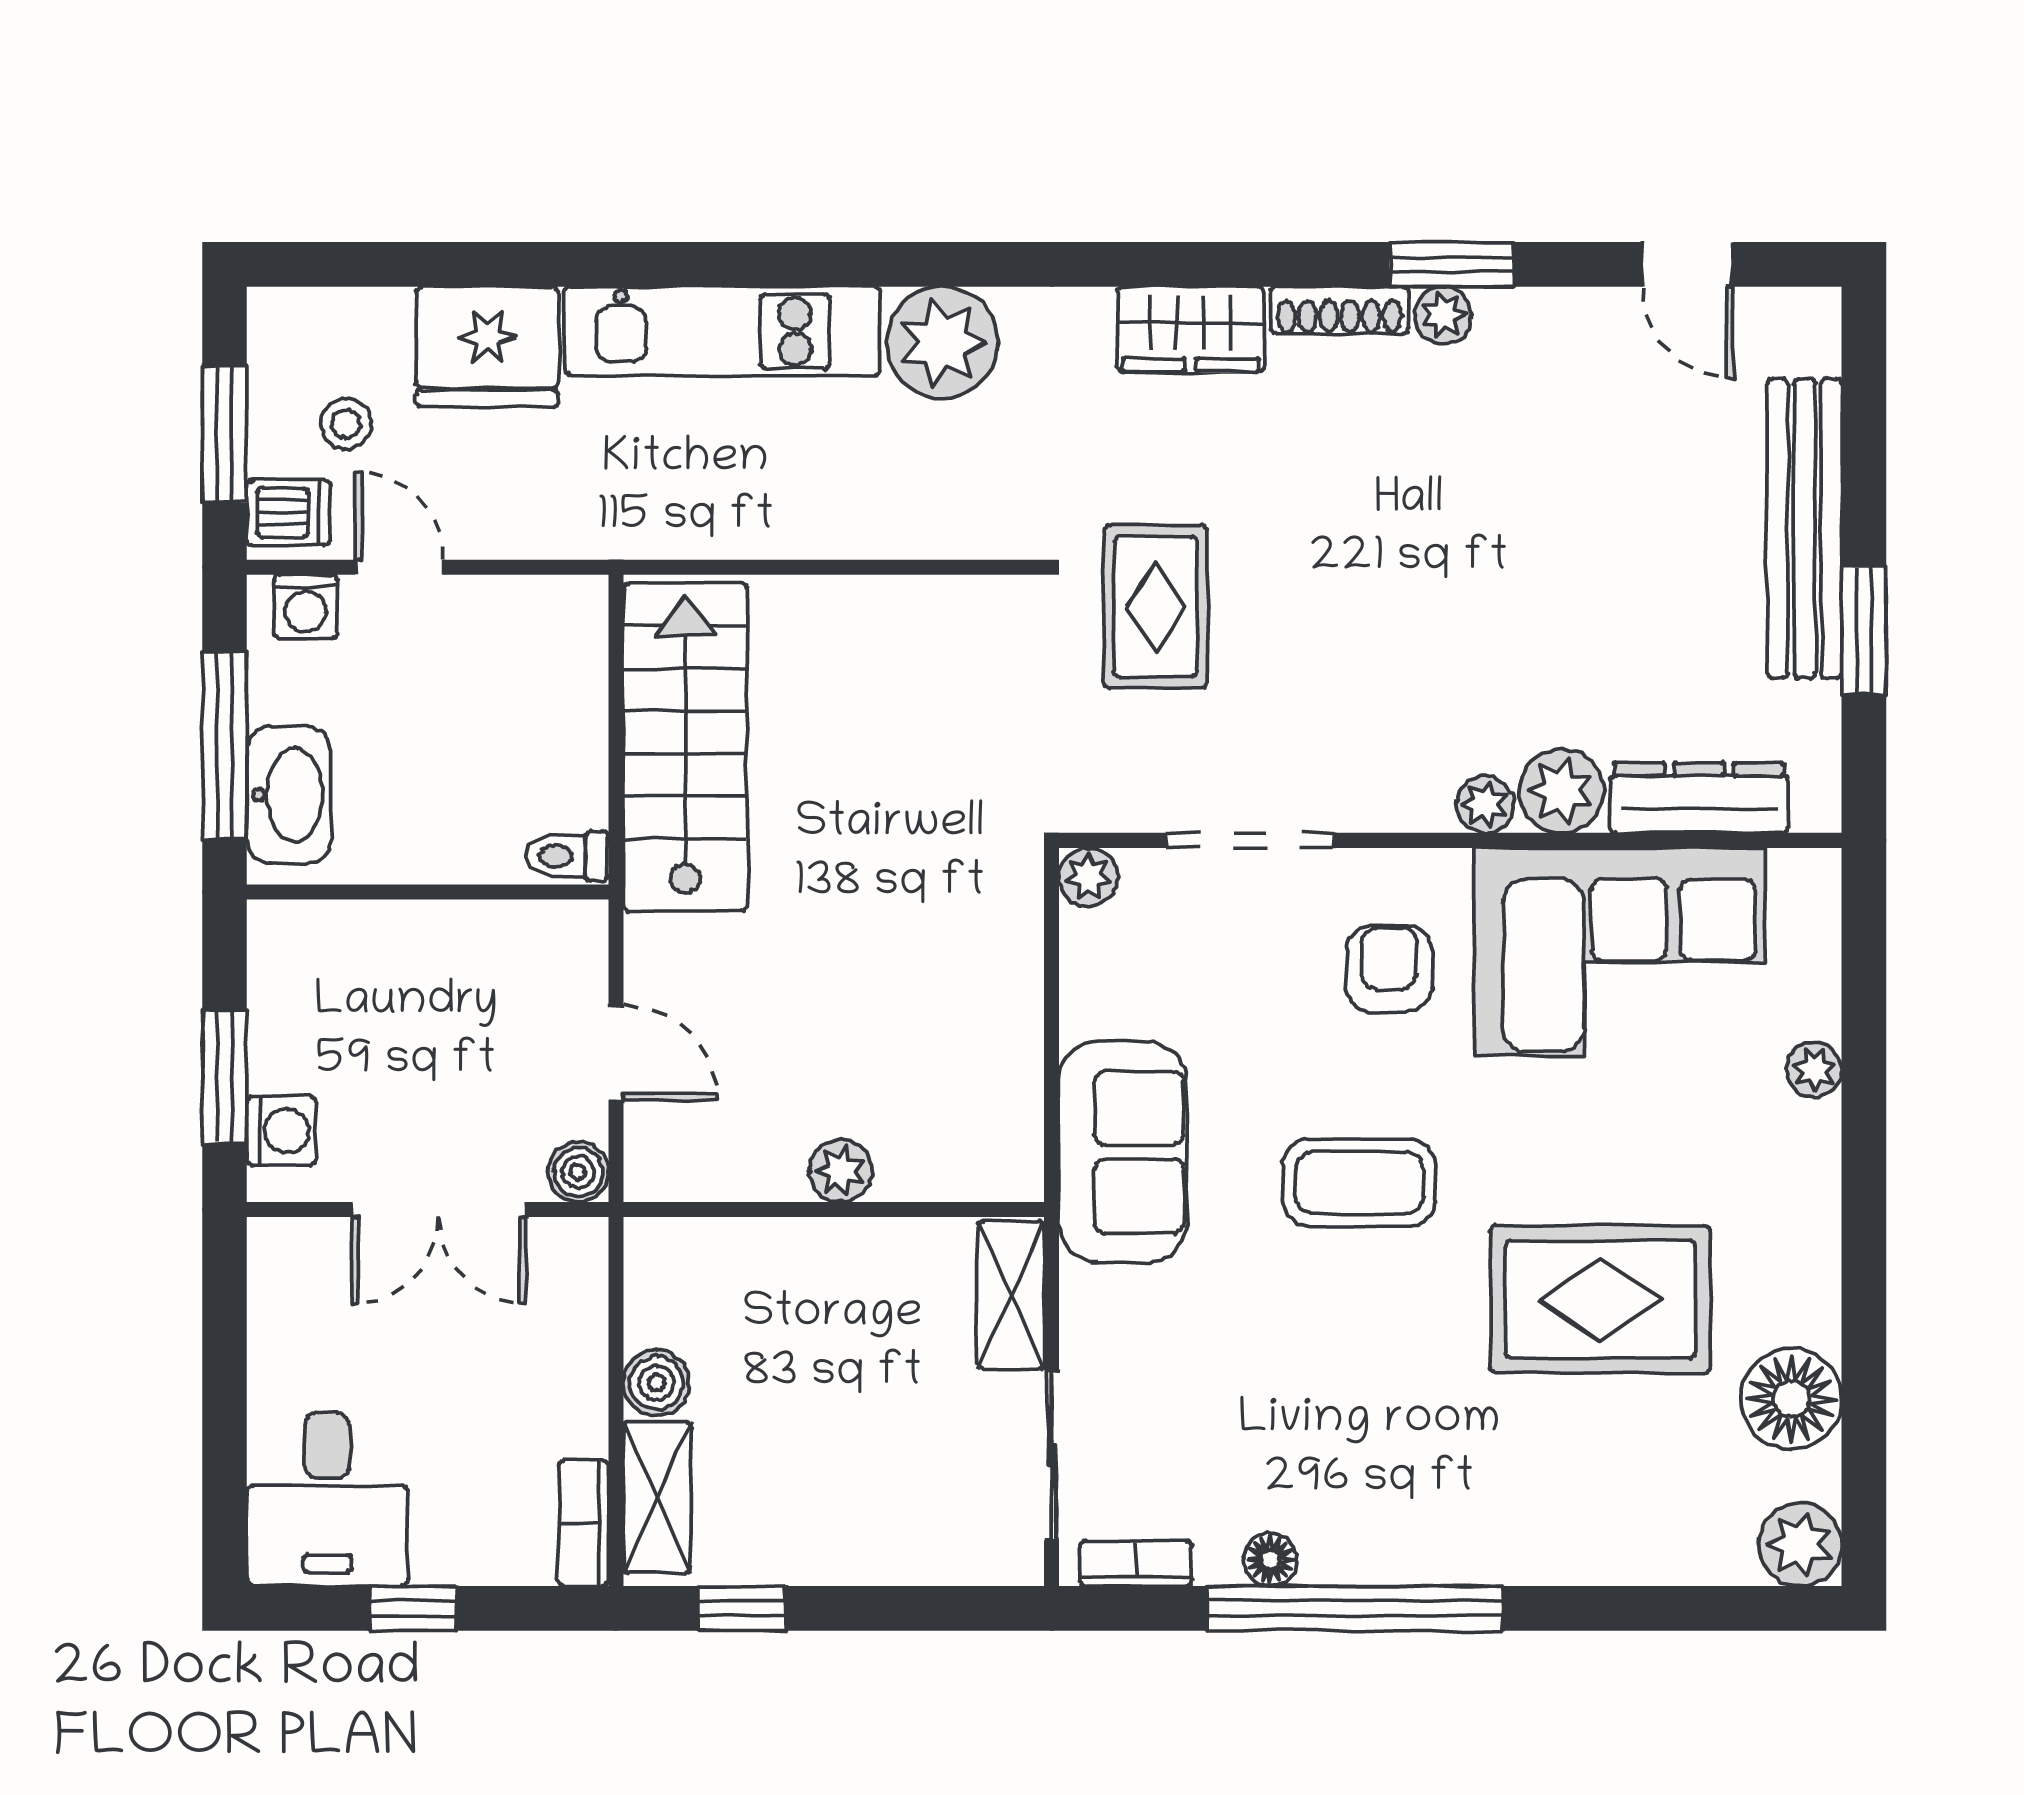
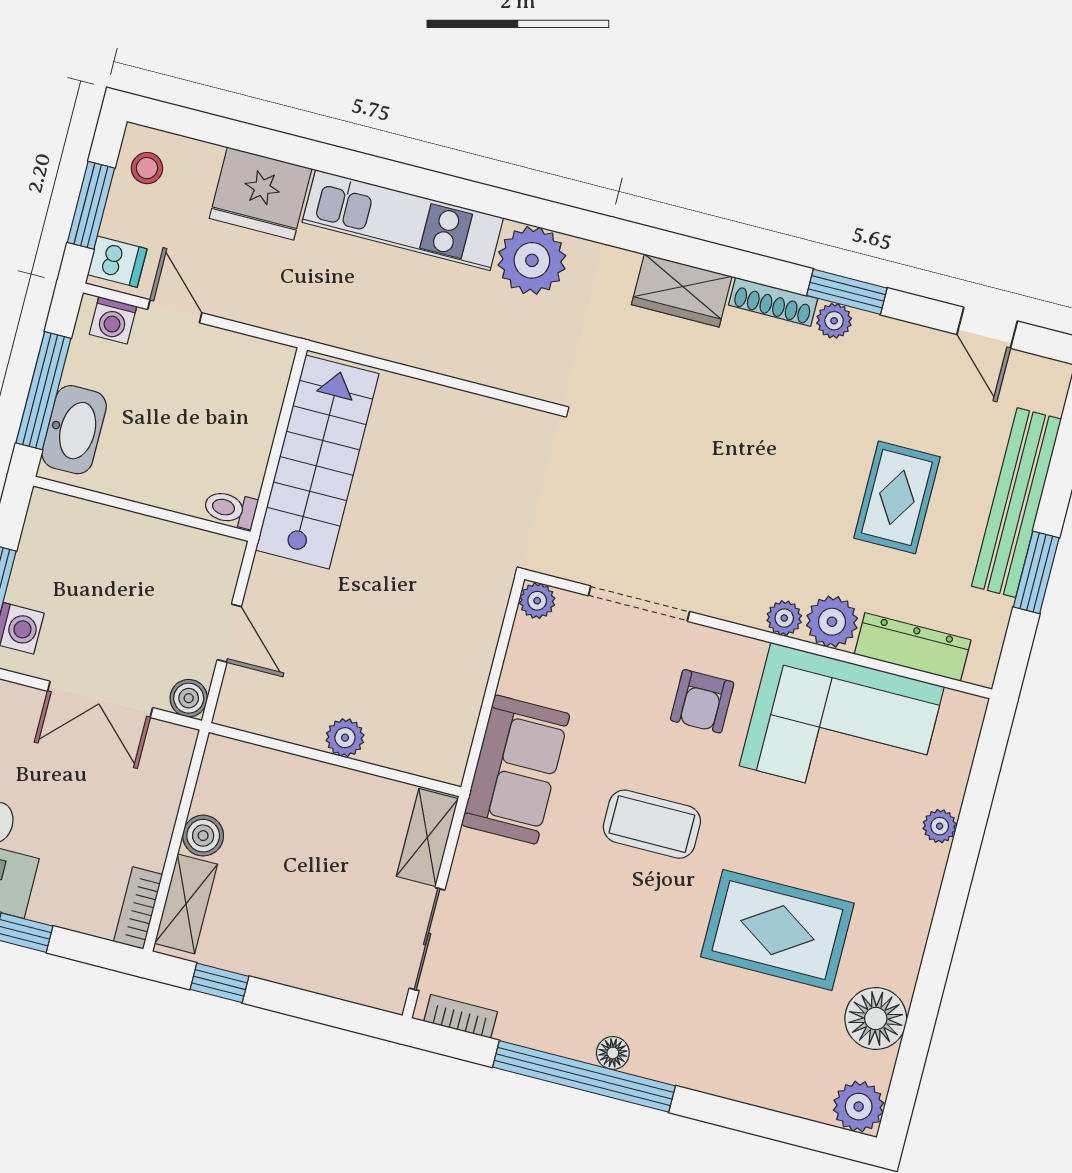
stool: (346, 424) -> (147, 168), moved
rug: (1155, 607) -> (897, 497), moved
armchair: (1389, 969) -> (702, 701), turned 180
floor lamp: (1270, 1560) -> (613, 1053), moved

